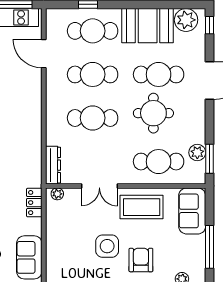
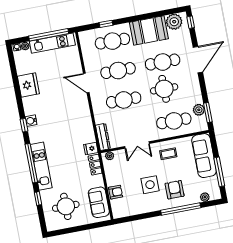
door: (44, 54) -> (86, 83), moved
fridge: (33, 178) -> (91, 148), added
coffee table: (142, 207) -> (168, 154), width x0.54, depth x0.58
sofa: (192, 211) -> (204, 156), width x1.36
armchair: (56, 247) -> (116, 192), added

